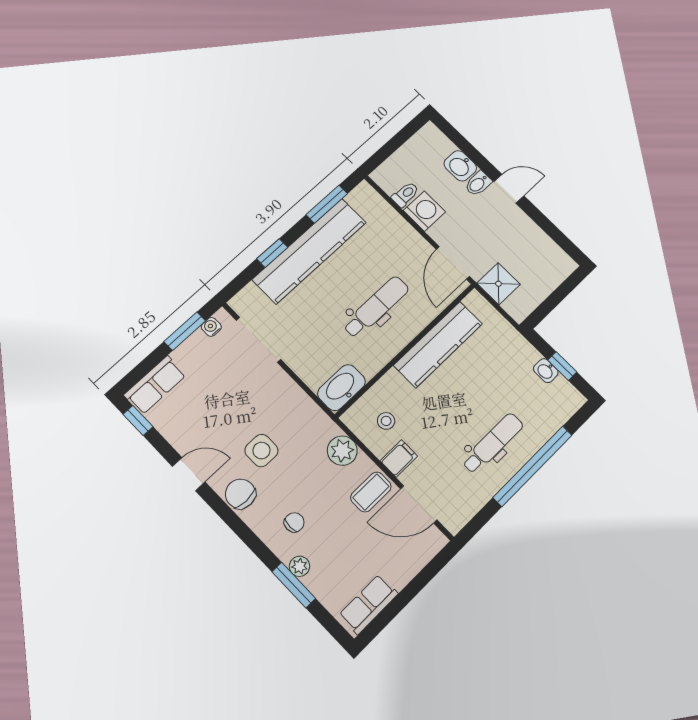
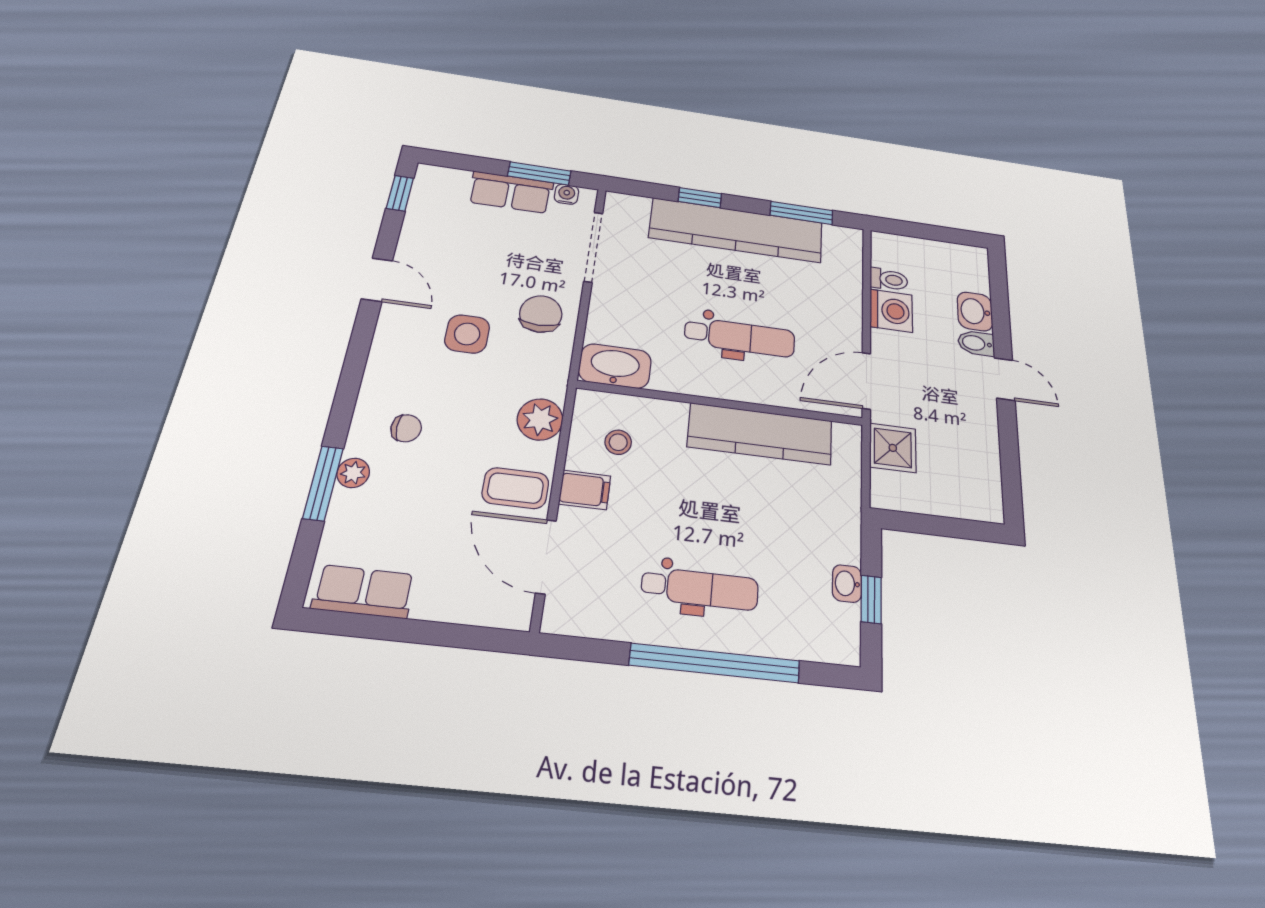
row of seats: (155, 385) -> (511, 192), moved
chair: (240, 494) -> (541, 314), moved

